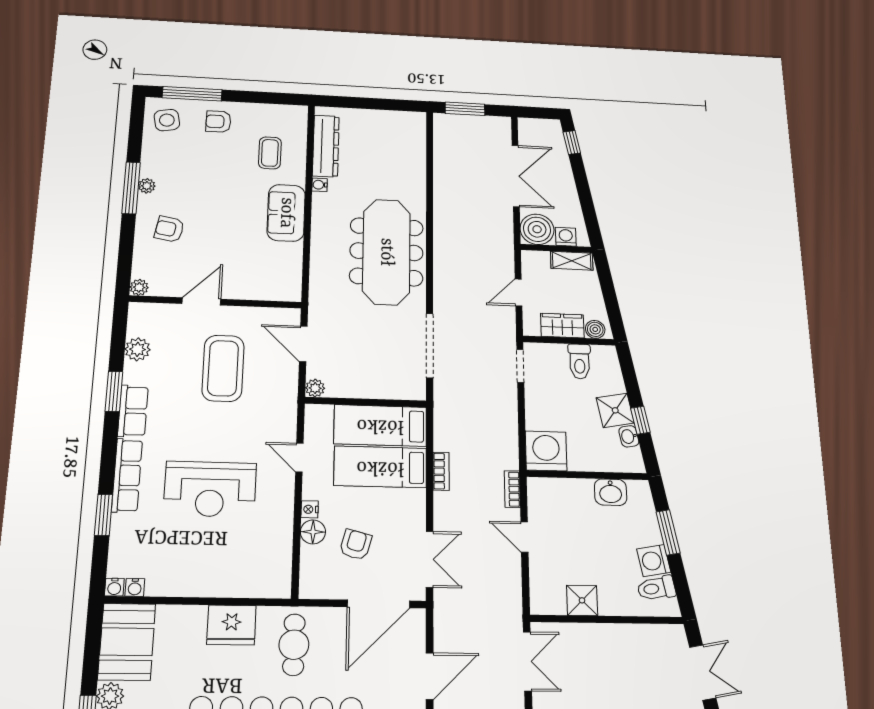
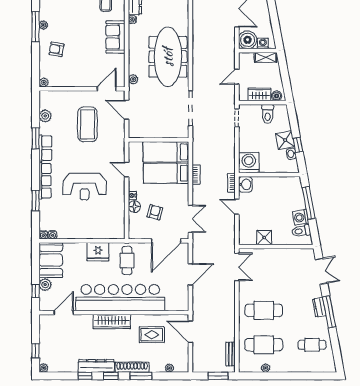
door: (201, 301) -> (107, 89), moved
plant: (315, 388) -> (133, 79), moved
washbasin: (611, 492) -> (245, 184), moved, turned -90
window: (668, 532) -> (309, 203), width x1.44

